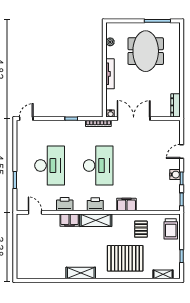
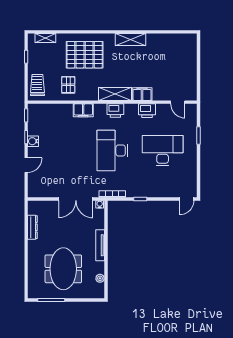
dresser: (176, 105) -> (32, 227), moved
desk: (50, 166) -> (163, 151), turned 90

